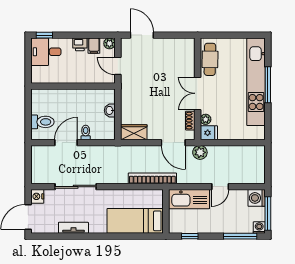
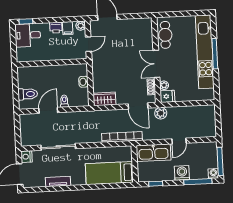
door: (118, 66) -> (88, 44), swing flipped
washing machine: (257, 198) -> (182, 173), moved, turned 90

